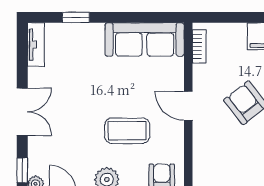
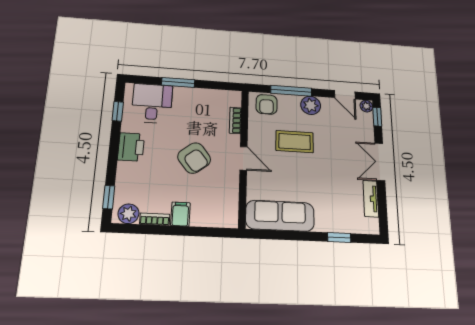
tv unit: (36, 45) -> (371, 199), moved
bookcase: (199, 46) -> (235, 120), moved

